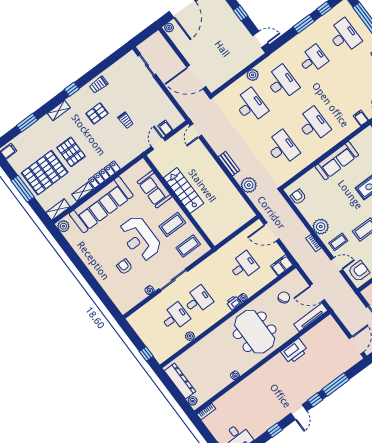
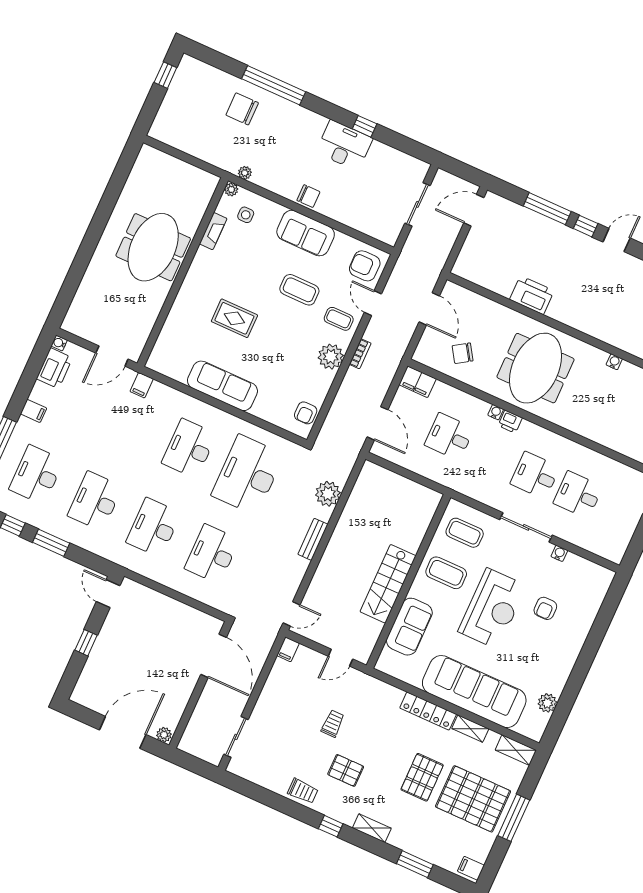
desk: (313, 59) -> (95, 501), width x1.37
plant: (253, 75) -> (166, 576), removed
filing cabinet: (165, 128) -> (288, 649), moved
desk: (282, 148) -> (248, 475), width x1.36, depth x1.30
plant: (63, 226) -> (547, 703), moved
tv unit: (311, 317) -> (470, 299), removed
plant: (190, 336) -> (594, 458), removed

